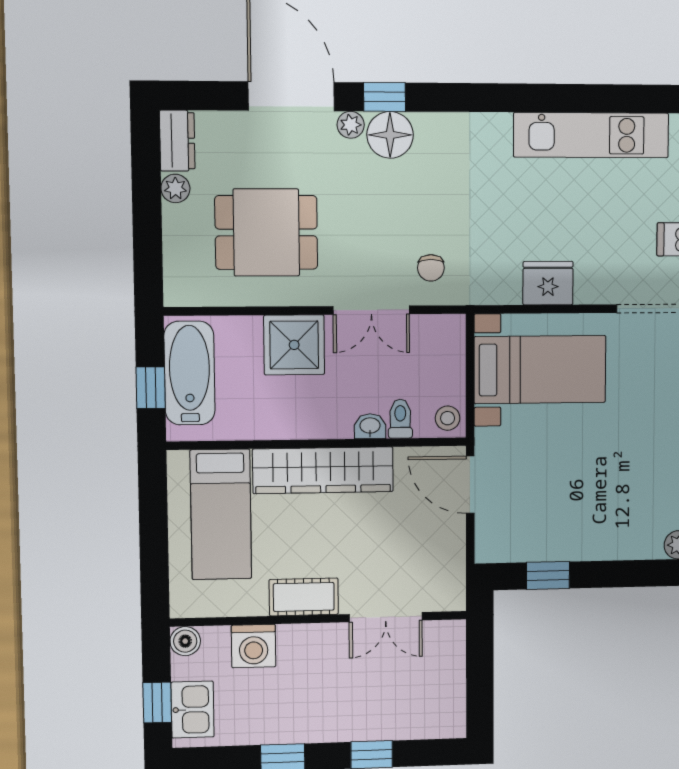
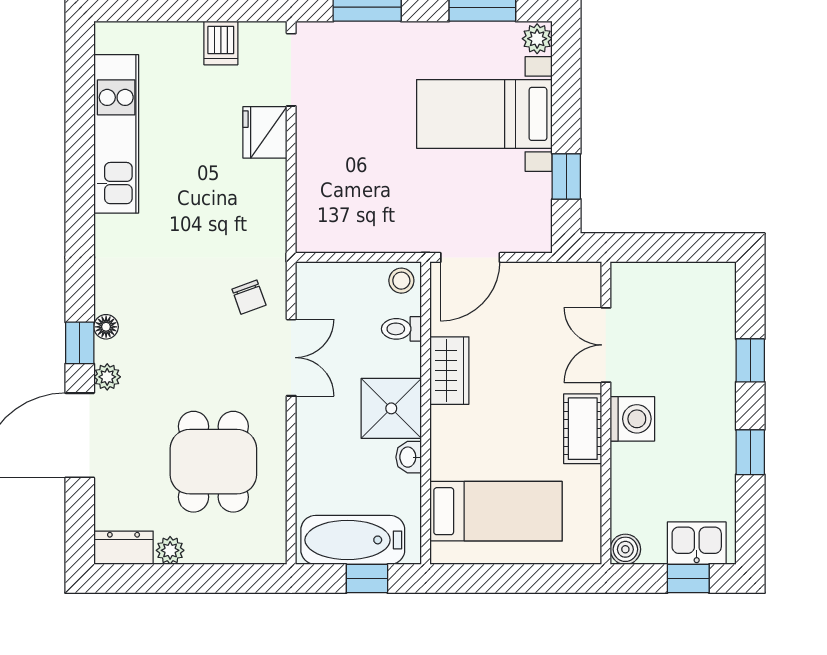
floor lamp: (390, 135) -> (106, 327), width x0.53, depth x0.53
chair: (431, 268) -> (249, 297), turned 70
fridge: (548, 283) -> (265, 132), moved
shower: (294, 345) -> (391, 408), moved
bed with nightstands: (540, 370) -> (484, 114), moved, turned -90
washbasin: (370, 426) -> (409, 457), moved
wardrobe: (323, 470) -> (449, 371), width x0.48, depth x0.85
double door: (386, 617) -> (606, 345), swing flipped
washing machine: (254, 646) -> (632, 419), moved

